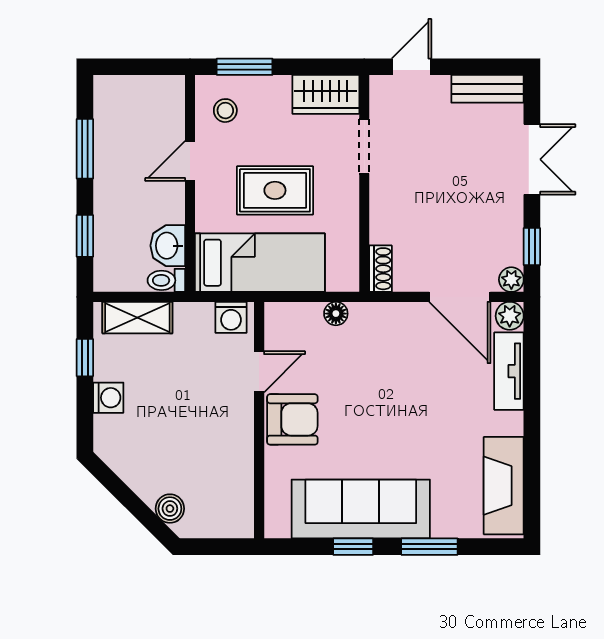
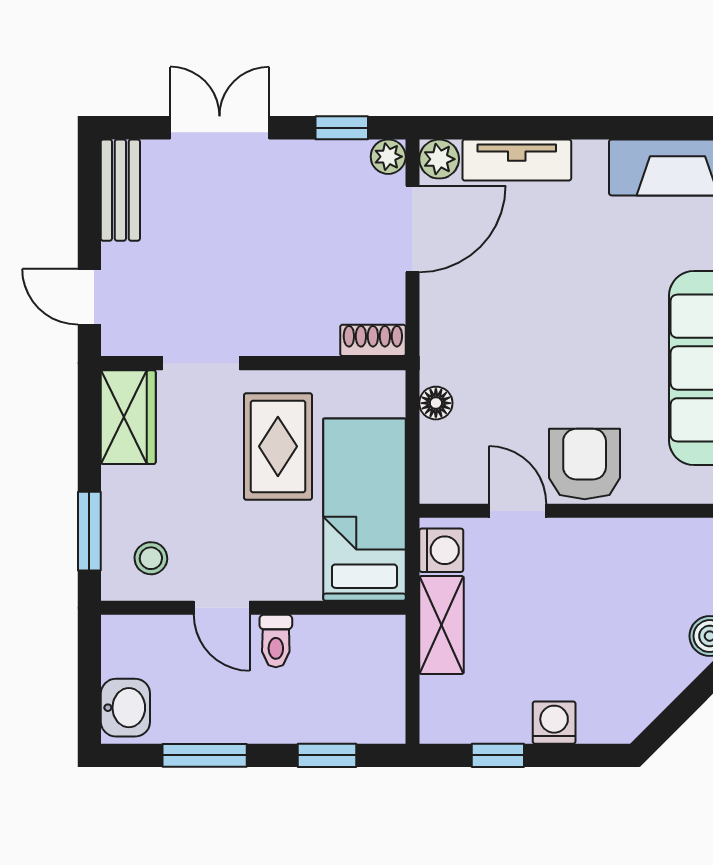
rug: (275, 190) -> (278, 446), moved
washbasin: (168, 246) -> (125, 708), moved, turned -90
toilet: (166, 280) -> (276, 641), moved
shelving: (137, 318) -> (442, 625), moved

